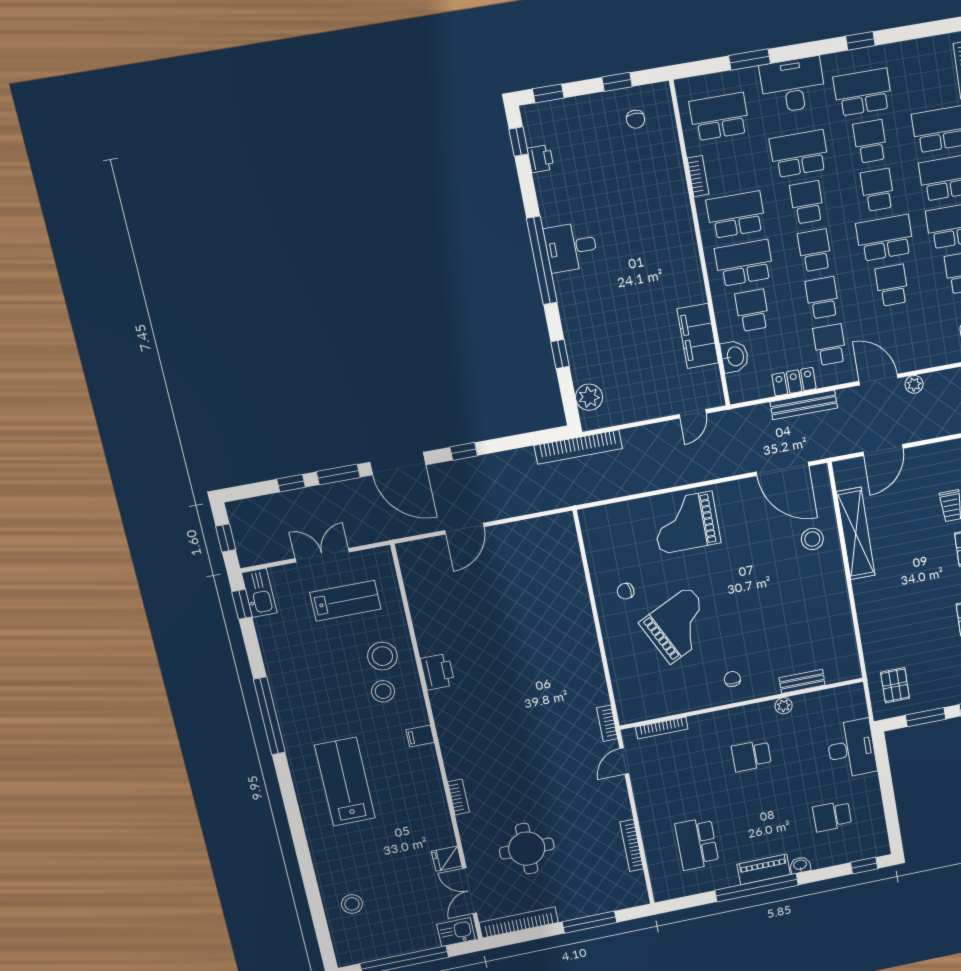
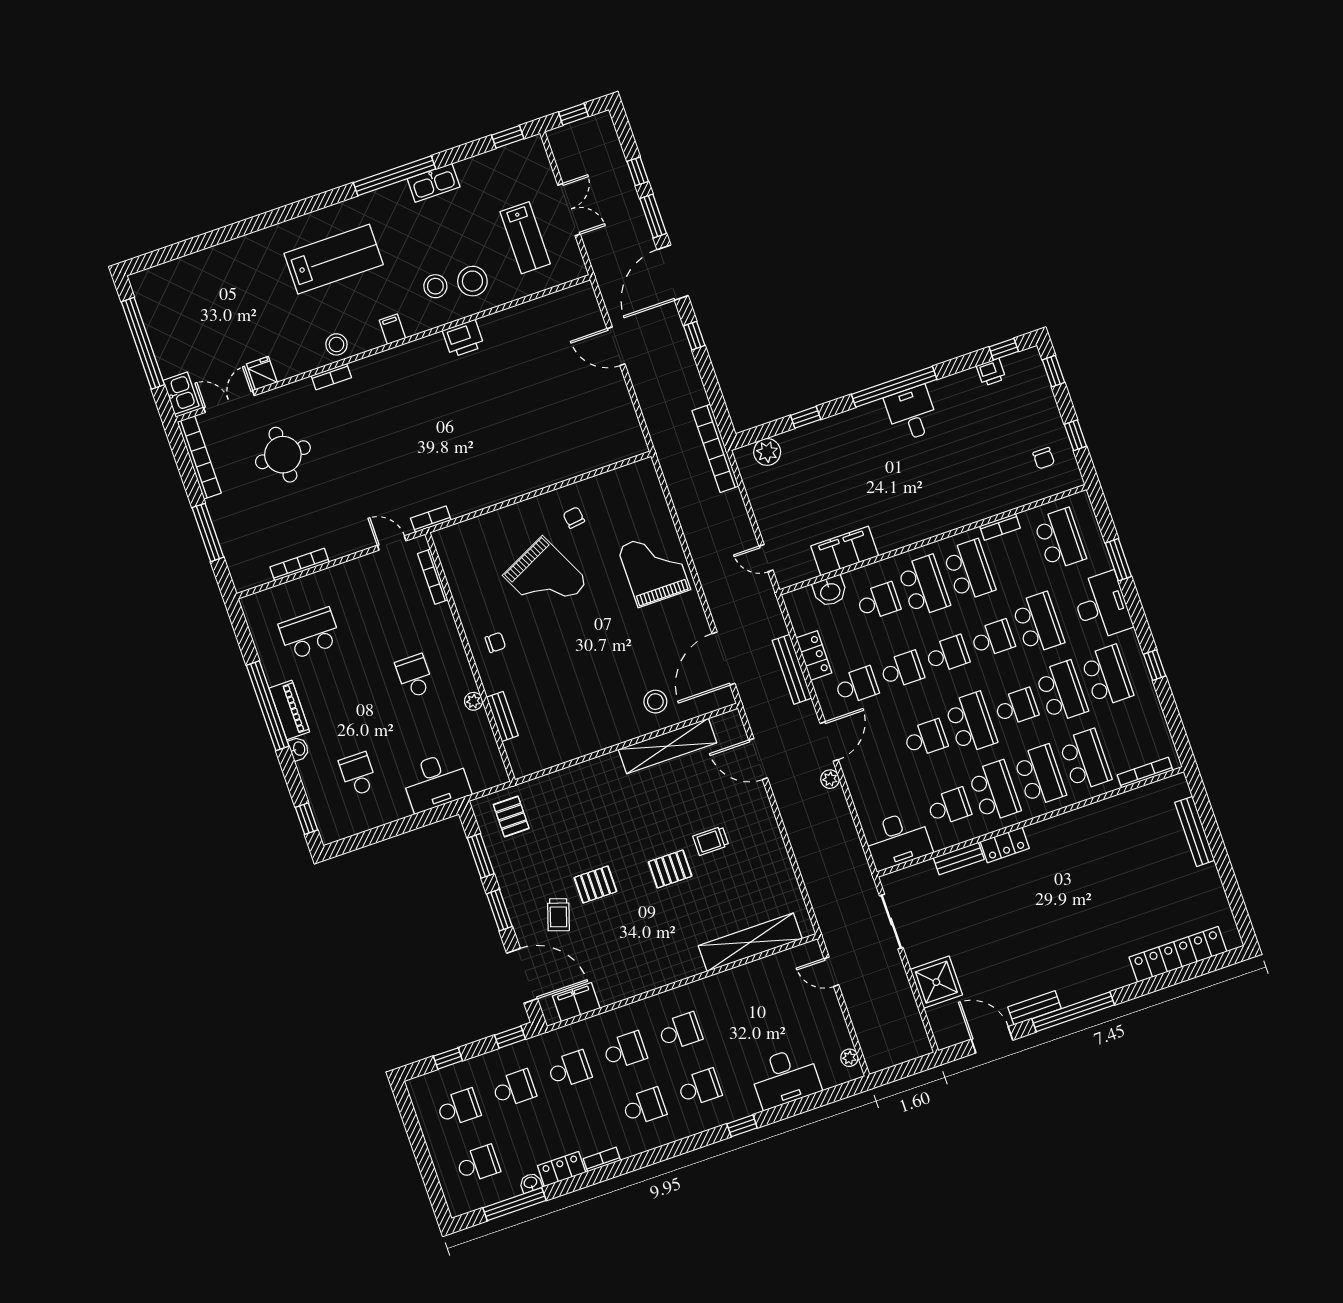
chair: (636, 119) -> (1044, 458), turned -90
school desk: (870, 141) -> (1062, 692), width x1.85
kitchen sink: (259, 593) -> (434, 183), moved
pallet: (895, 685) -> (511, 816), turned 90
stool: (352, 904) -> (336, 344), moved

